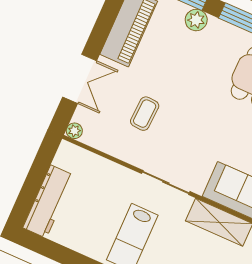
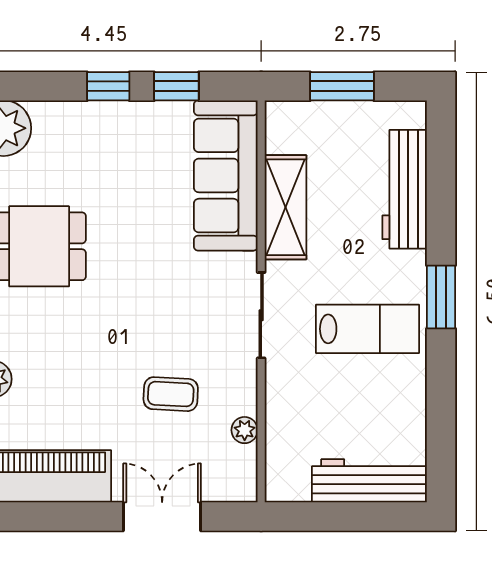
plant: (74, 131) -> (245, 430), moved

